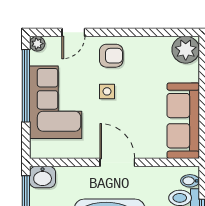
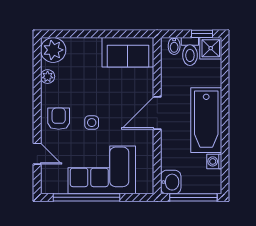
plant: (37, 44) -> (48, 77), moved
sofa: (183, 121) -> (128, 52), width x0.73

